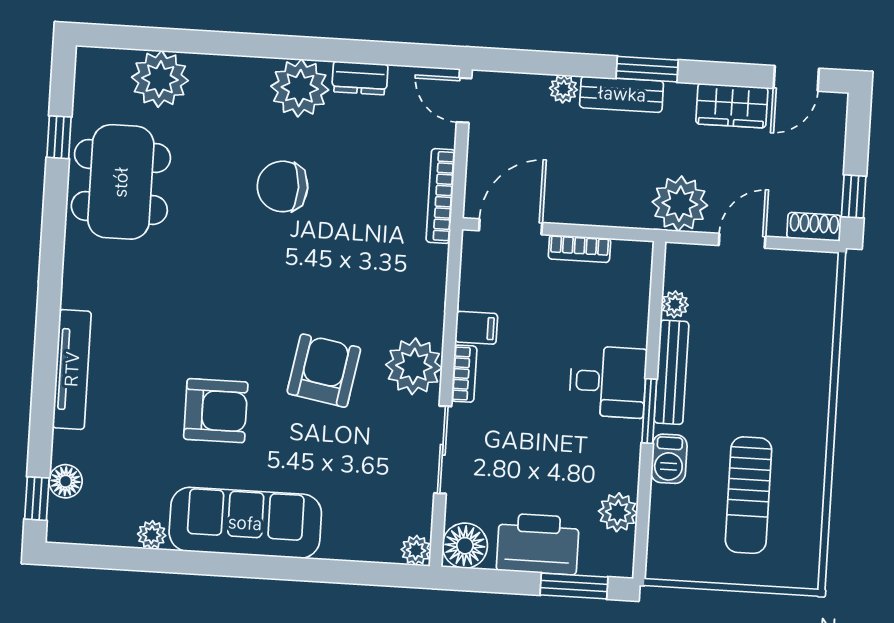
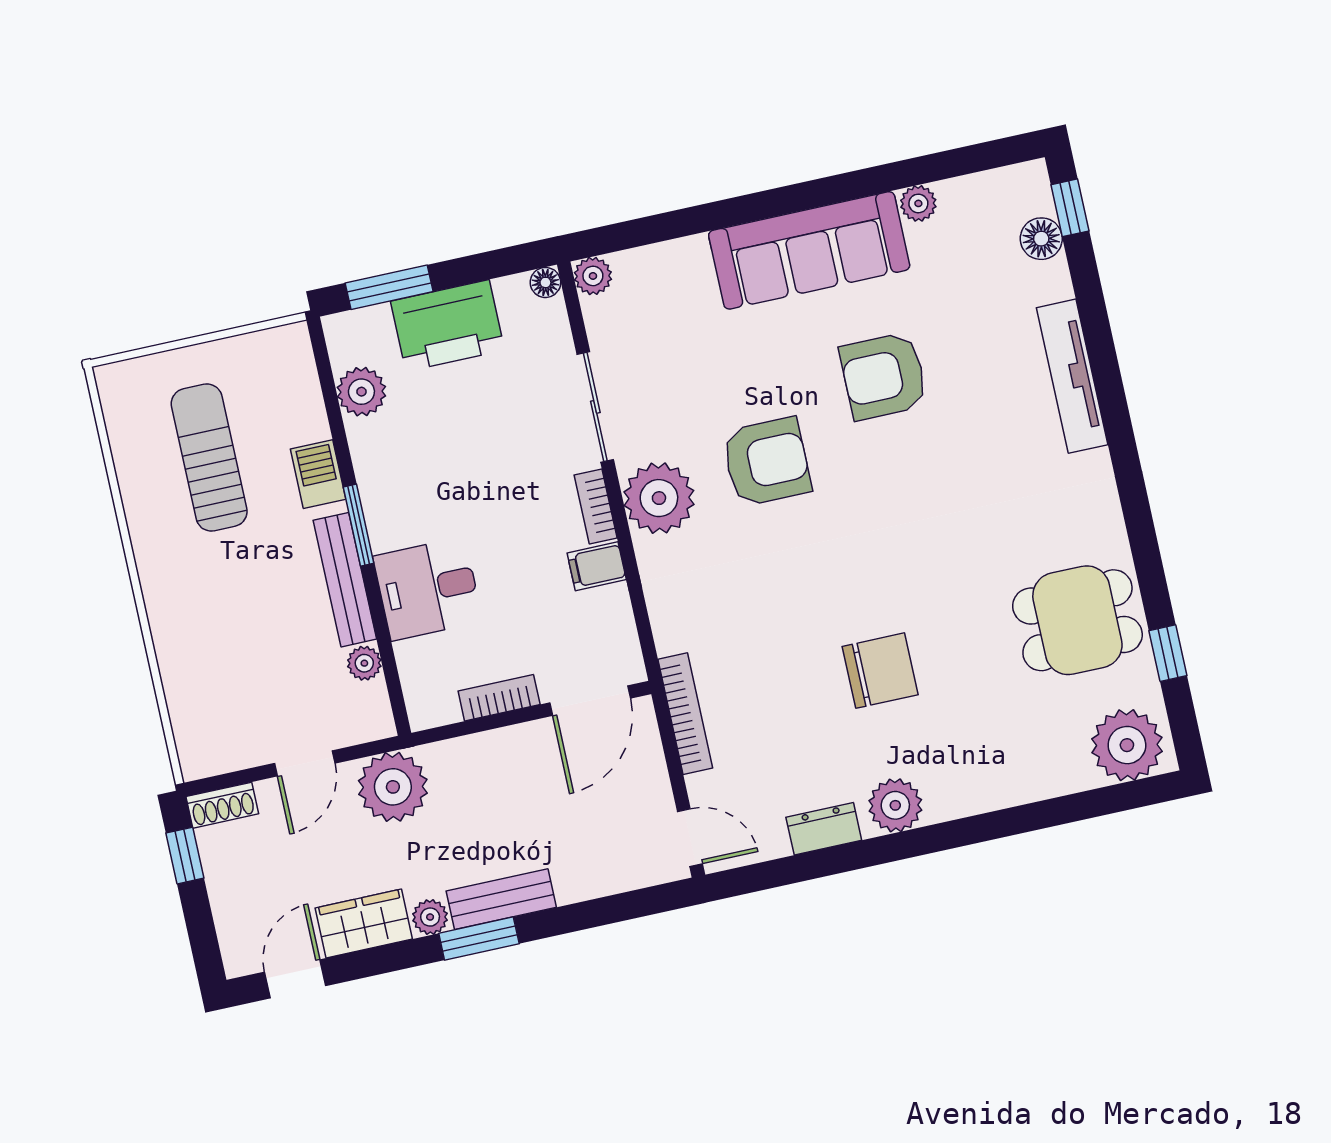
plant: (160, 79) -> (1127, 745), moved
plant: (300, 88) -> (895, 805), width x0.73, depth x0.73
plant: (563, 89) -> (430, 917), moved
dining table: (121, 182) -> (1077, 620), width x0.73
armchair: (324, 371) -> (767, 462), turned -100
desk: (608, 382) -> (428, 589), moved
floor lamp: (465, 546) -> (545, 282), width x0.53, depth x0.53

